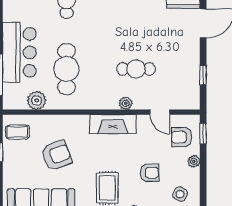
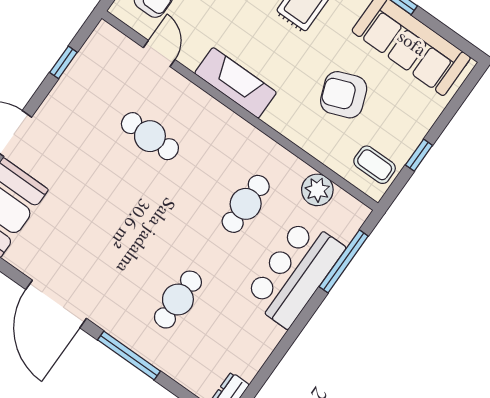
cafe table: (67, 69) -> (246, 204), width x0.73, depth x0.74
plant: (126, 103) -> (198, 99), removed

